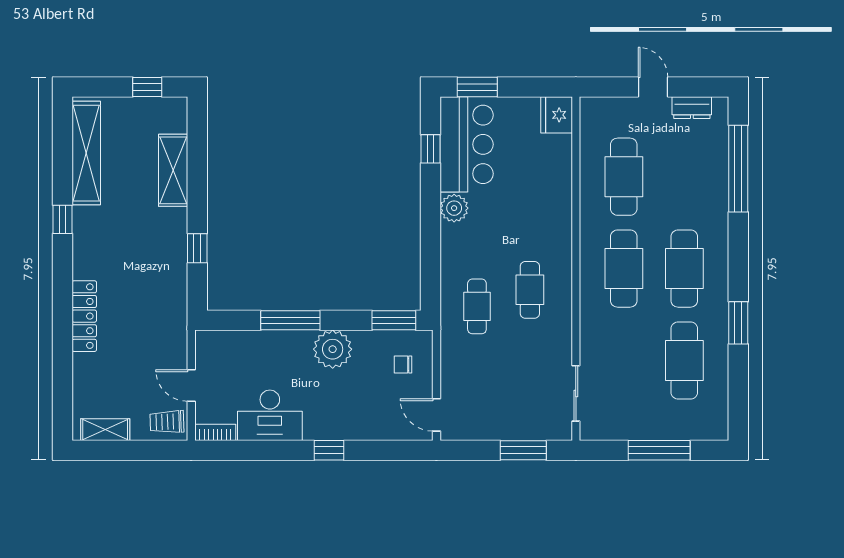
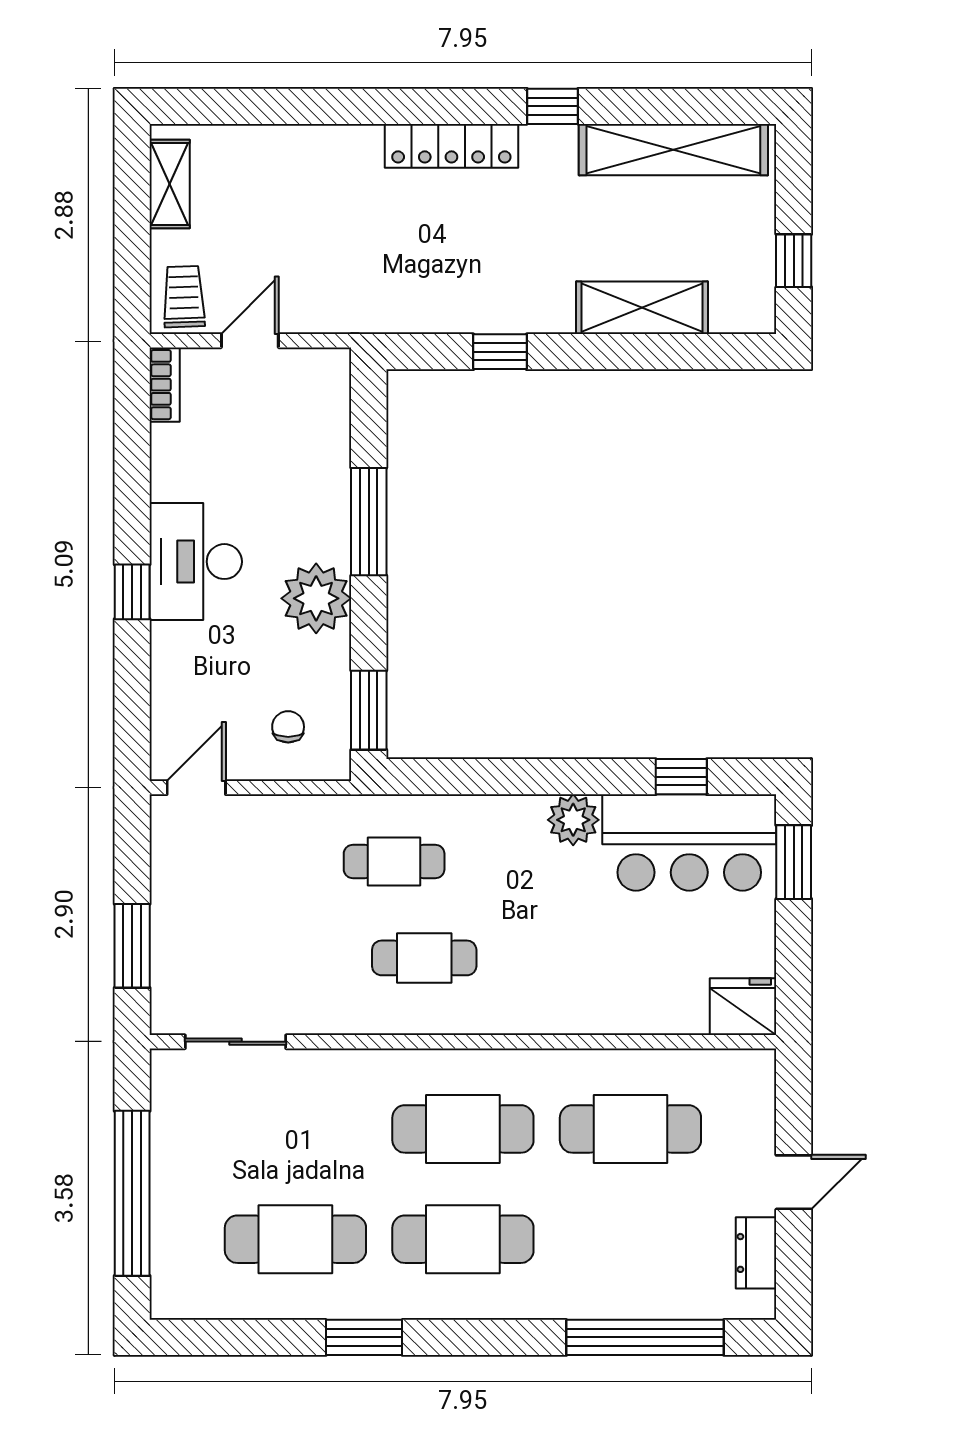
locker: (84, 316) -> (451, 146), moved
desk: (270, 415) -> (196, 562), moved
window: (659, 450) -> (132, 1193), width x1.46

